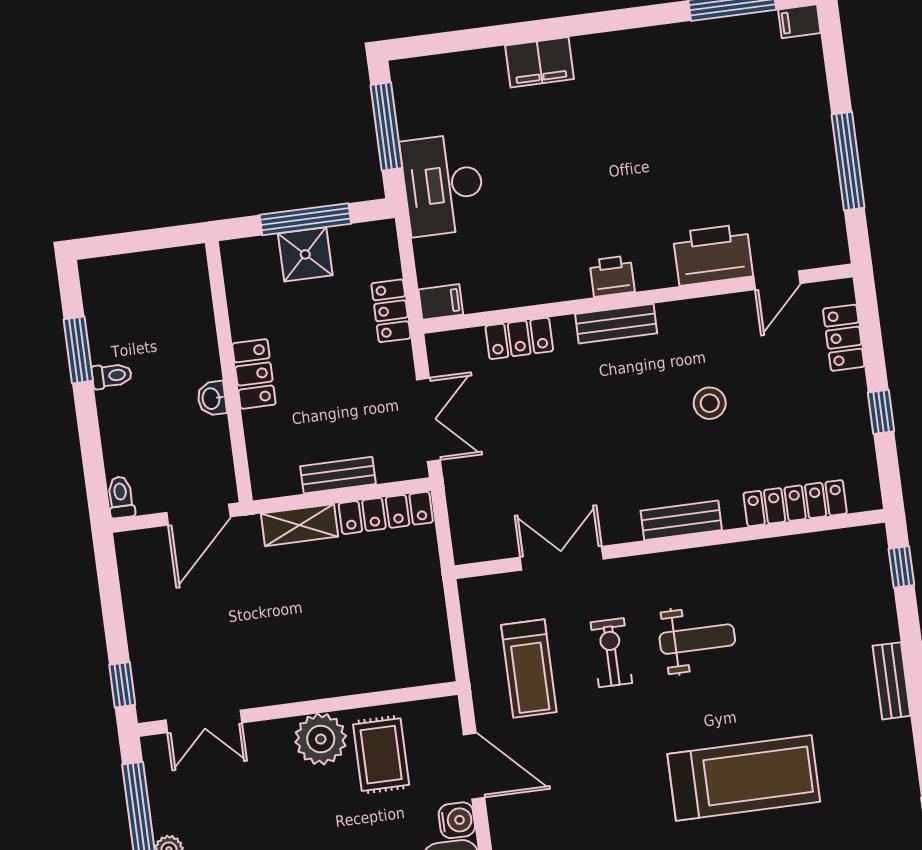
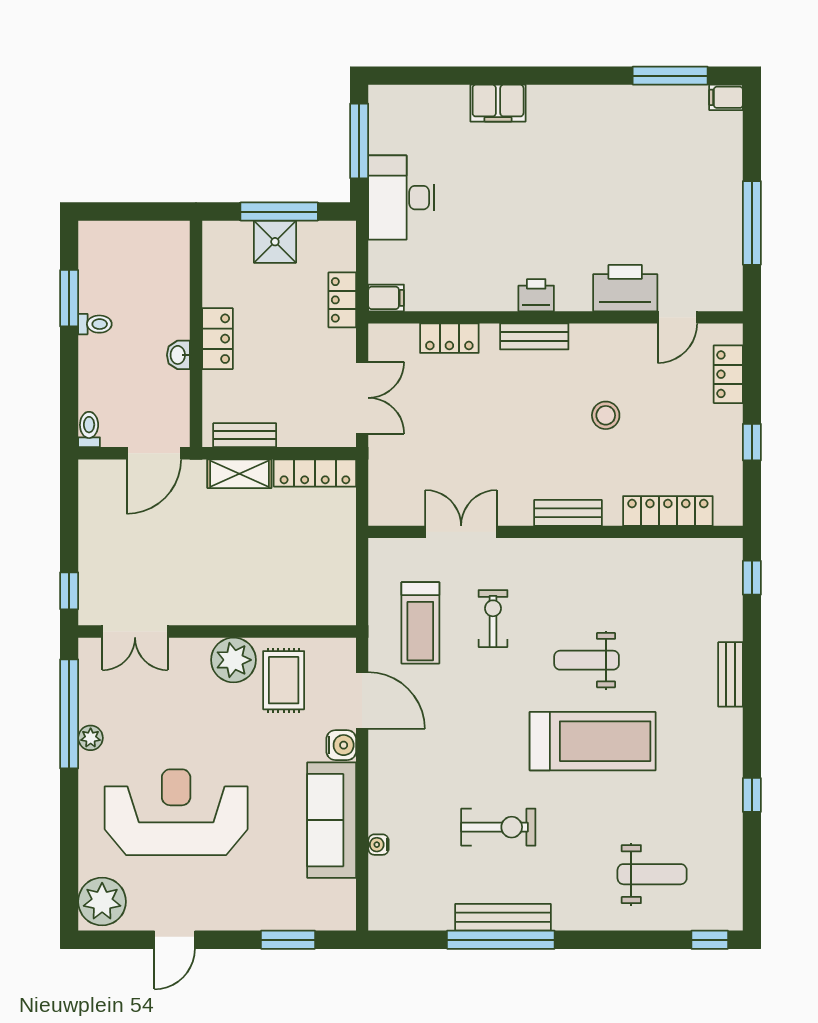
bench: (338, 475) -> (245, 435), moved
weight bench: (697, 639) -> (587, 660), moved, turned 180

